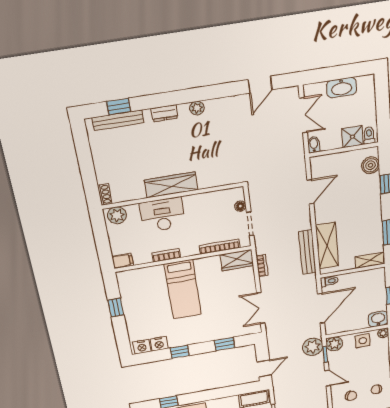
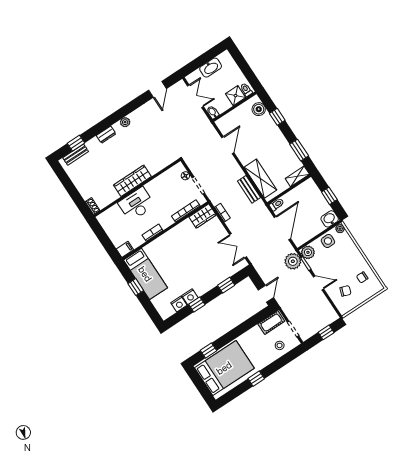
bench: (118, 120) -> (76, 155), width x0.73
plant: (117, 215) -> (107, 217), removed
bench: (307, 252) -> (249, 189), width x0.73
bed: (183, 289) -> (145, 274), moved
nightstand: (142, 347) -> (190, 297), moved

